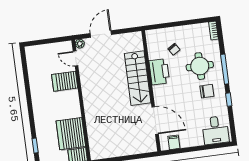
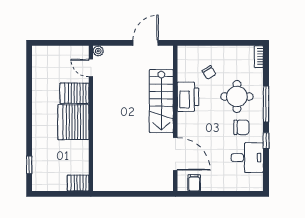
door: (101, 34) -> (146, 43), moved
desk: (215, 130) -> (247, 158), moved, turned -90
server rack: (71, 134) -> (73, 122), moved

